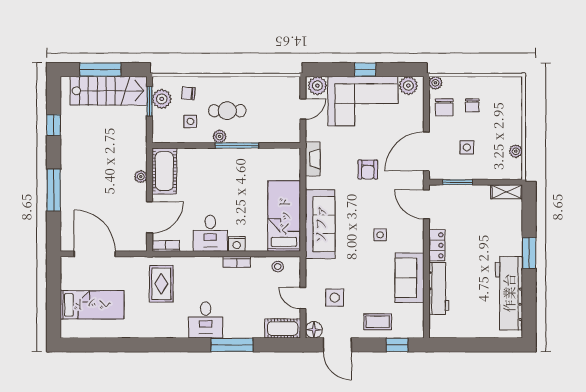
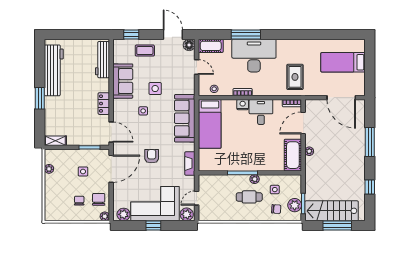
workbench: (439, 289) -> (102, 60), moved
side table: (335, 298) -> (155, 89), moved
desk: (206, 320) -> (254, 56), width x1.87, depth x1.30

